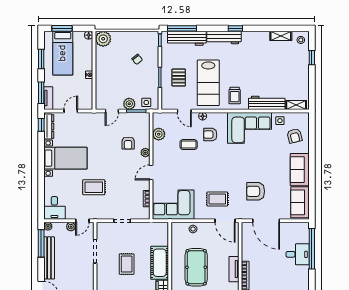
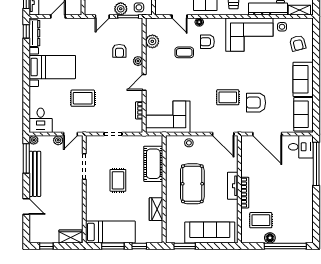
rug: (217, 199) -> (228, 97), moved
desk: (298, 254) -> (301, 147), moved
cot: (160, 263) -> (153, 164), moved

